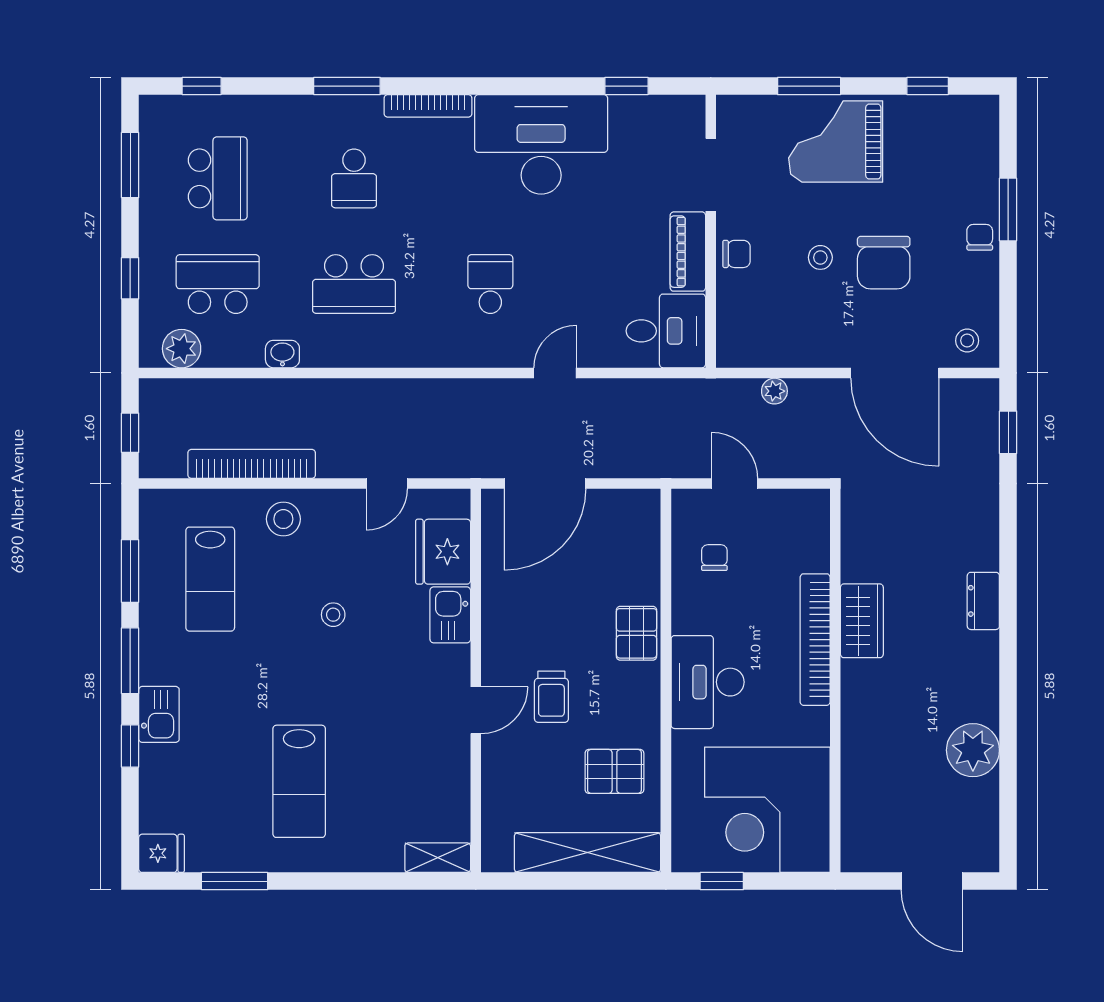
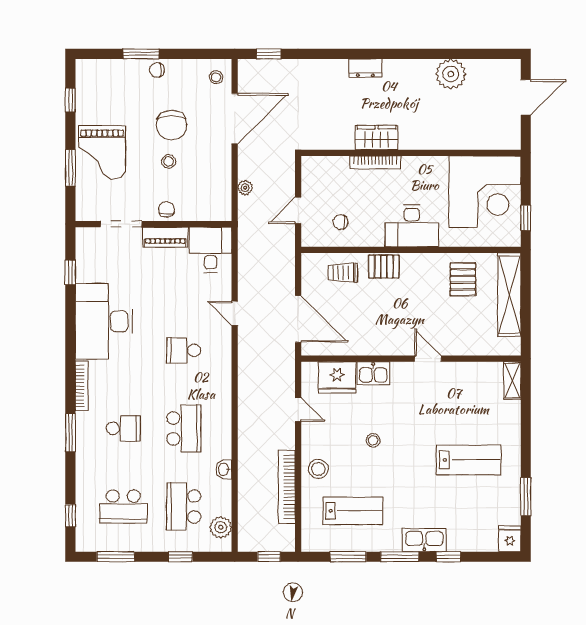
school desk: (218, 178) -> (123, 506), turned 180
chair: (884, 263) -> (172, 125), turned 89
bookcase: (815, 640) -> (375, 162), width x0.68, depth x0.76
trolley: (551, 697) -> (343, 273), moved, turned 180
kitchen sink: (159, 714) -> (424, 540), width x1.38

